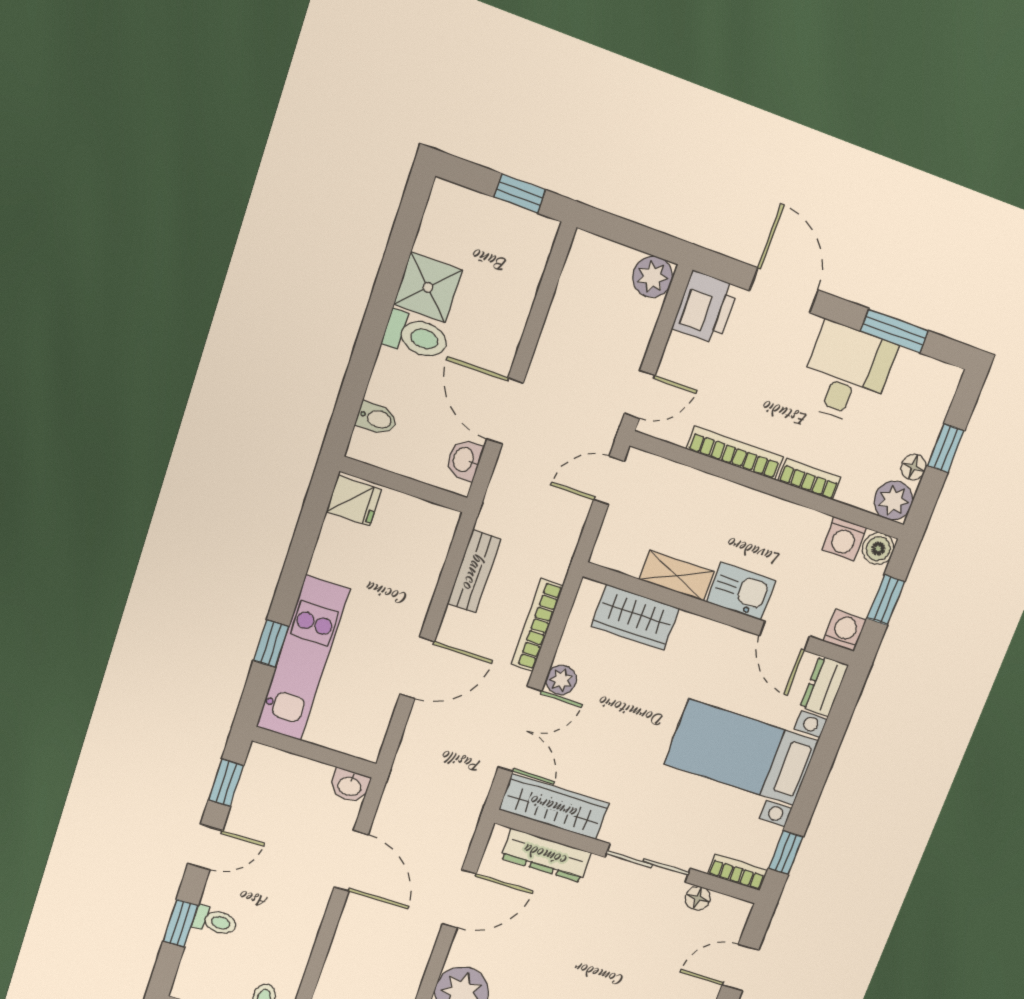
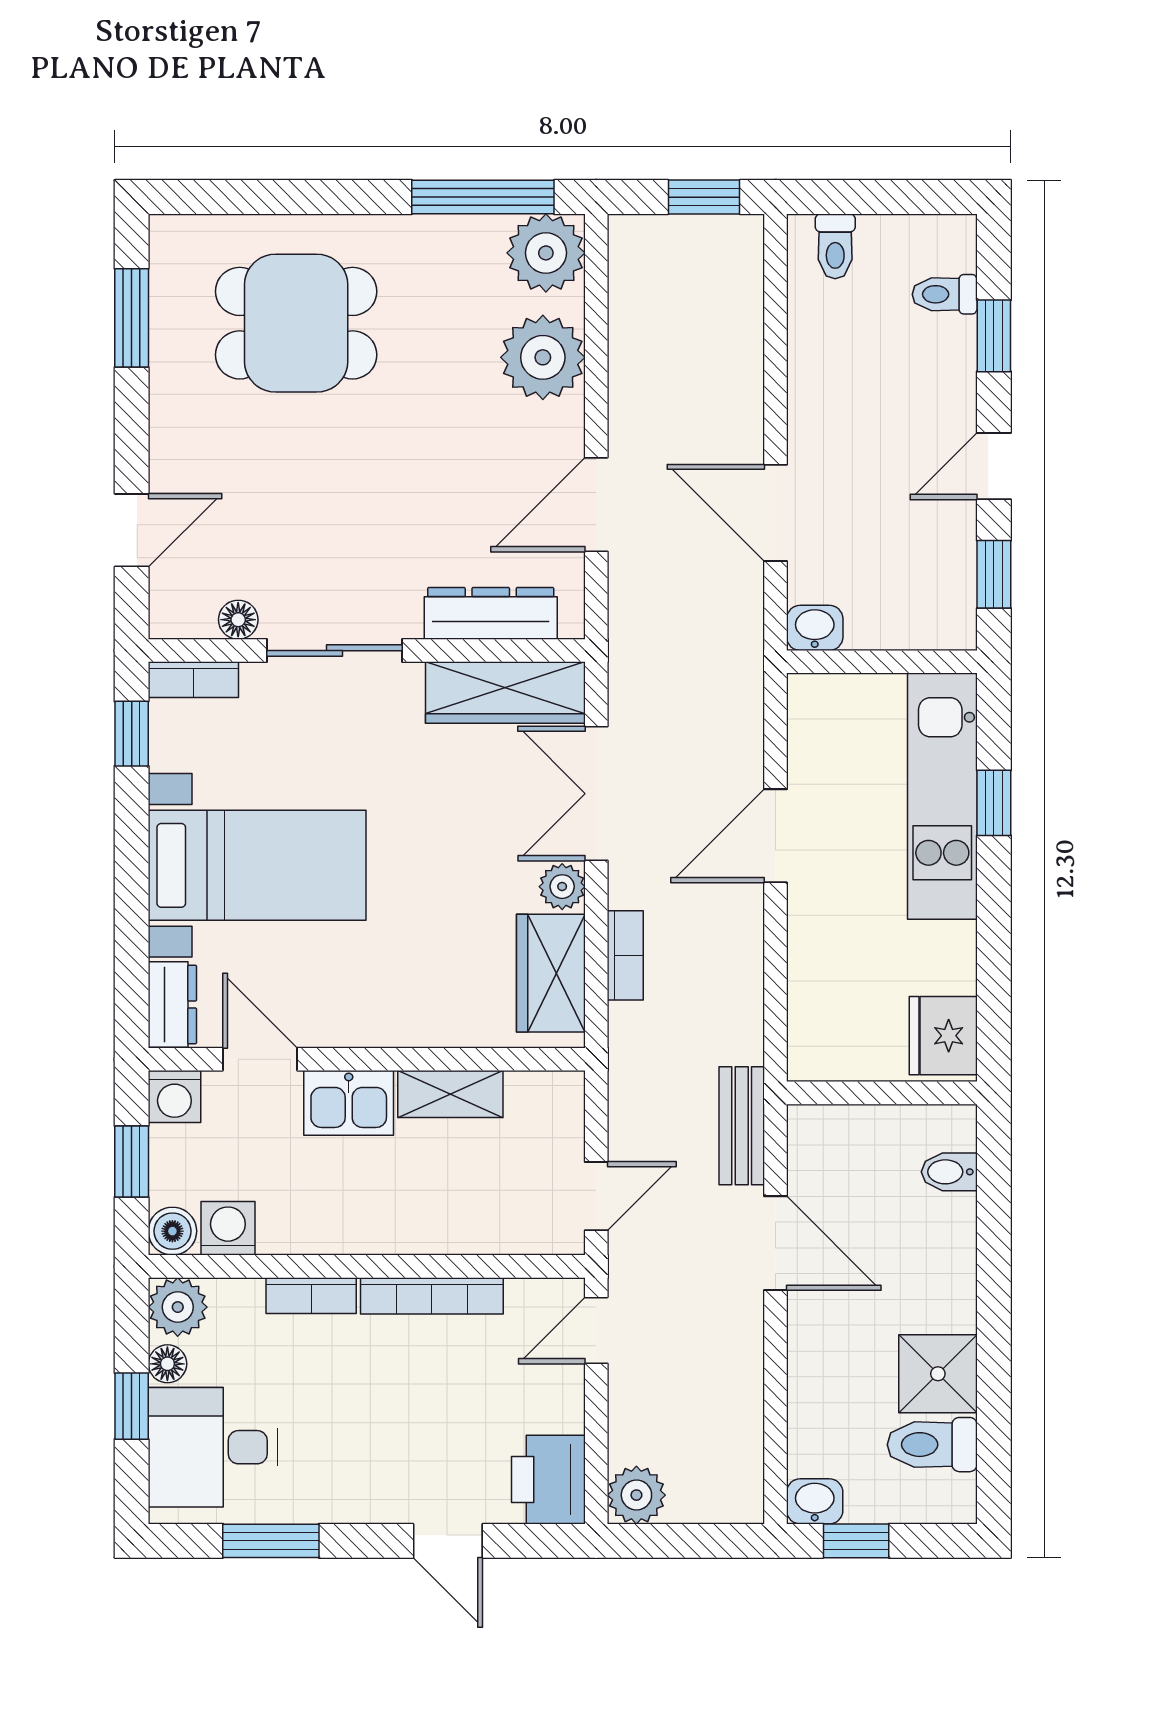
door: (784, 290) -> (448, 1541), width x0.73
toilet: (416, 336) -> (932, 1445), moved
desk: (847, 374) -> (213, 1447), moved, turned 90
washbasin: (464, 460) -> (815, 1501), moved, turned -90
fridge: (354, 501) -> (943, 1036), width x1.38
bench: (474, 571) -> (742, 1126), moved
wardrobe: (635, 617) -> (551, 973), moved, turned -90
bookcase: (537, 625) -> (625, 955), width x0.64
toilet: (215, 921) -> (945, 294), moved

